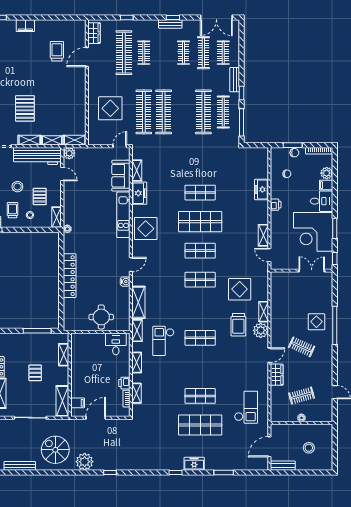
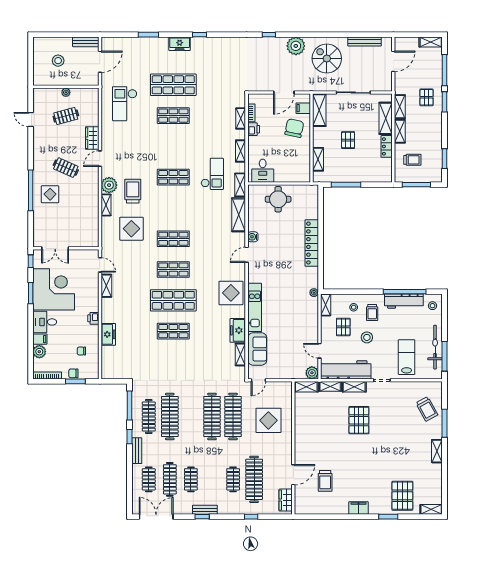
chair: (86, 384) -> (294, 128), added
spiral stairs: (55, 450) -> (327, 58), turned 180

